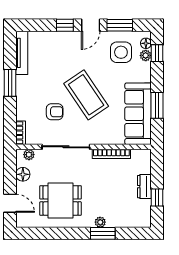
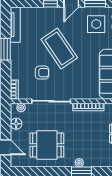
coffee table: (86, 95) -> (59, 49), moved

